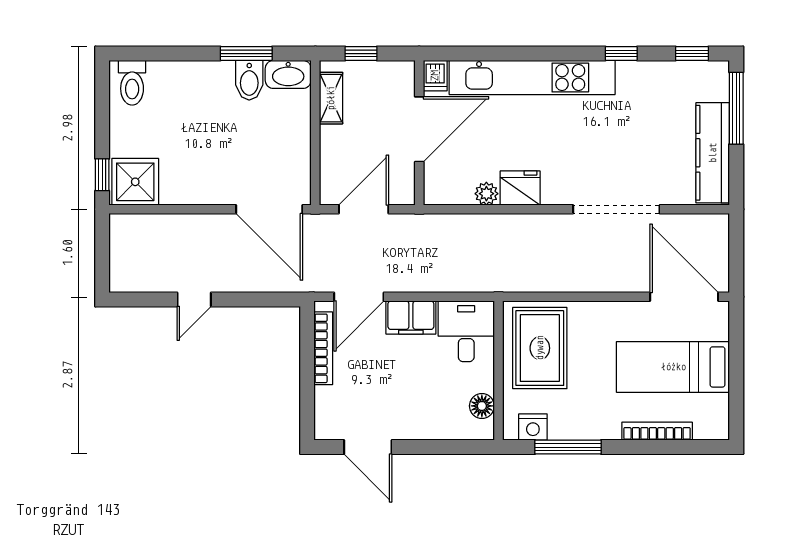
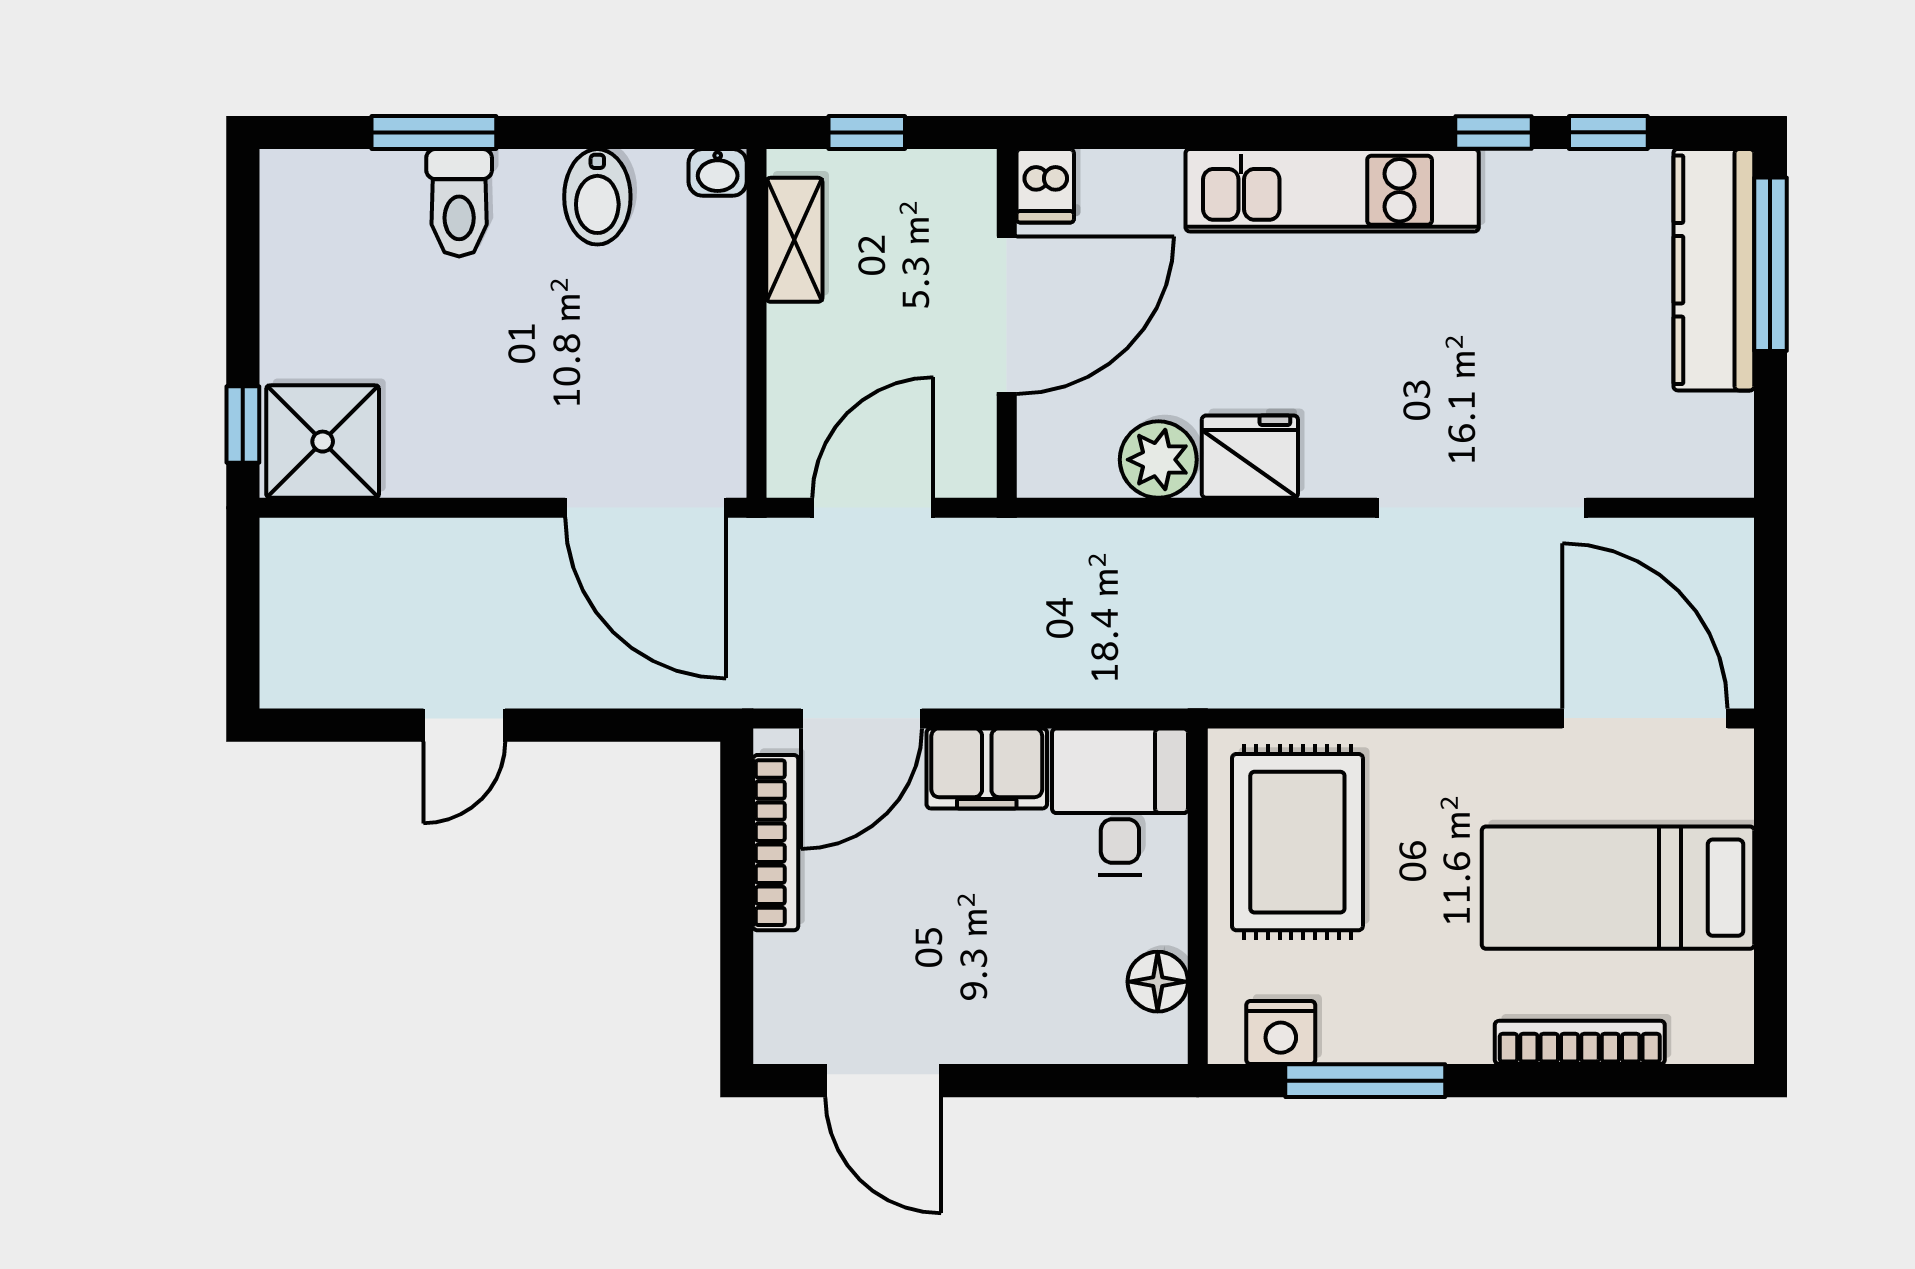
window: (246, 54) -> (434, 132), moved
window: (692, 54) -> (1608, 132), moved
washbasin: (288, 74) -> (718, 172), width x0.52, depth x0.69
kitchen unit: (532, 77) -> (1332, 190), width x0.73
toilet: (132, 83) -> (459, 203), moved
kitchen counter: (713, 153) -> (1714, 270), moved
plant: (486, 194) -> (1158, 460), width x1.38, depth x1.38

